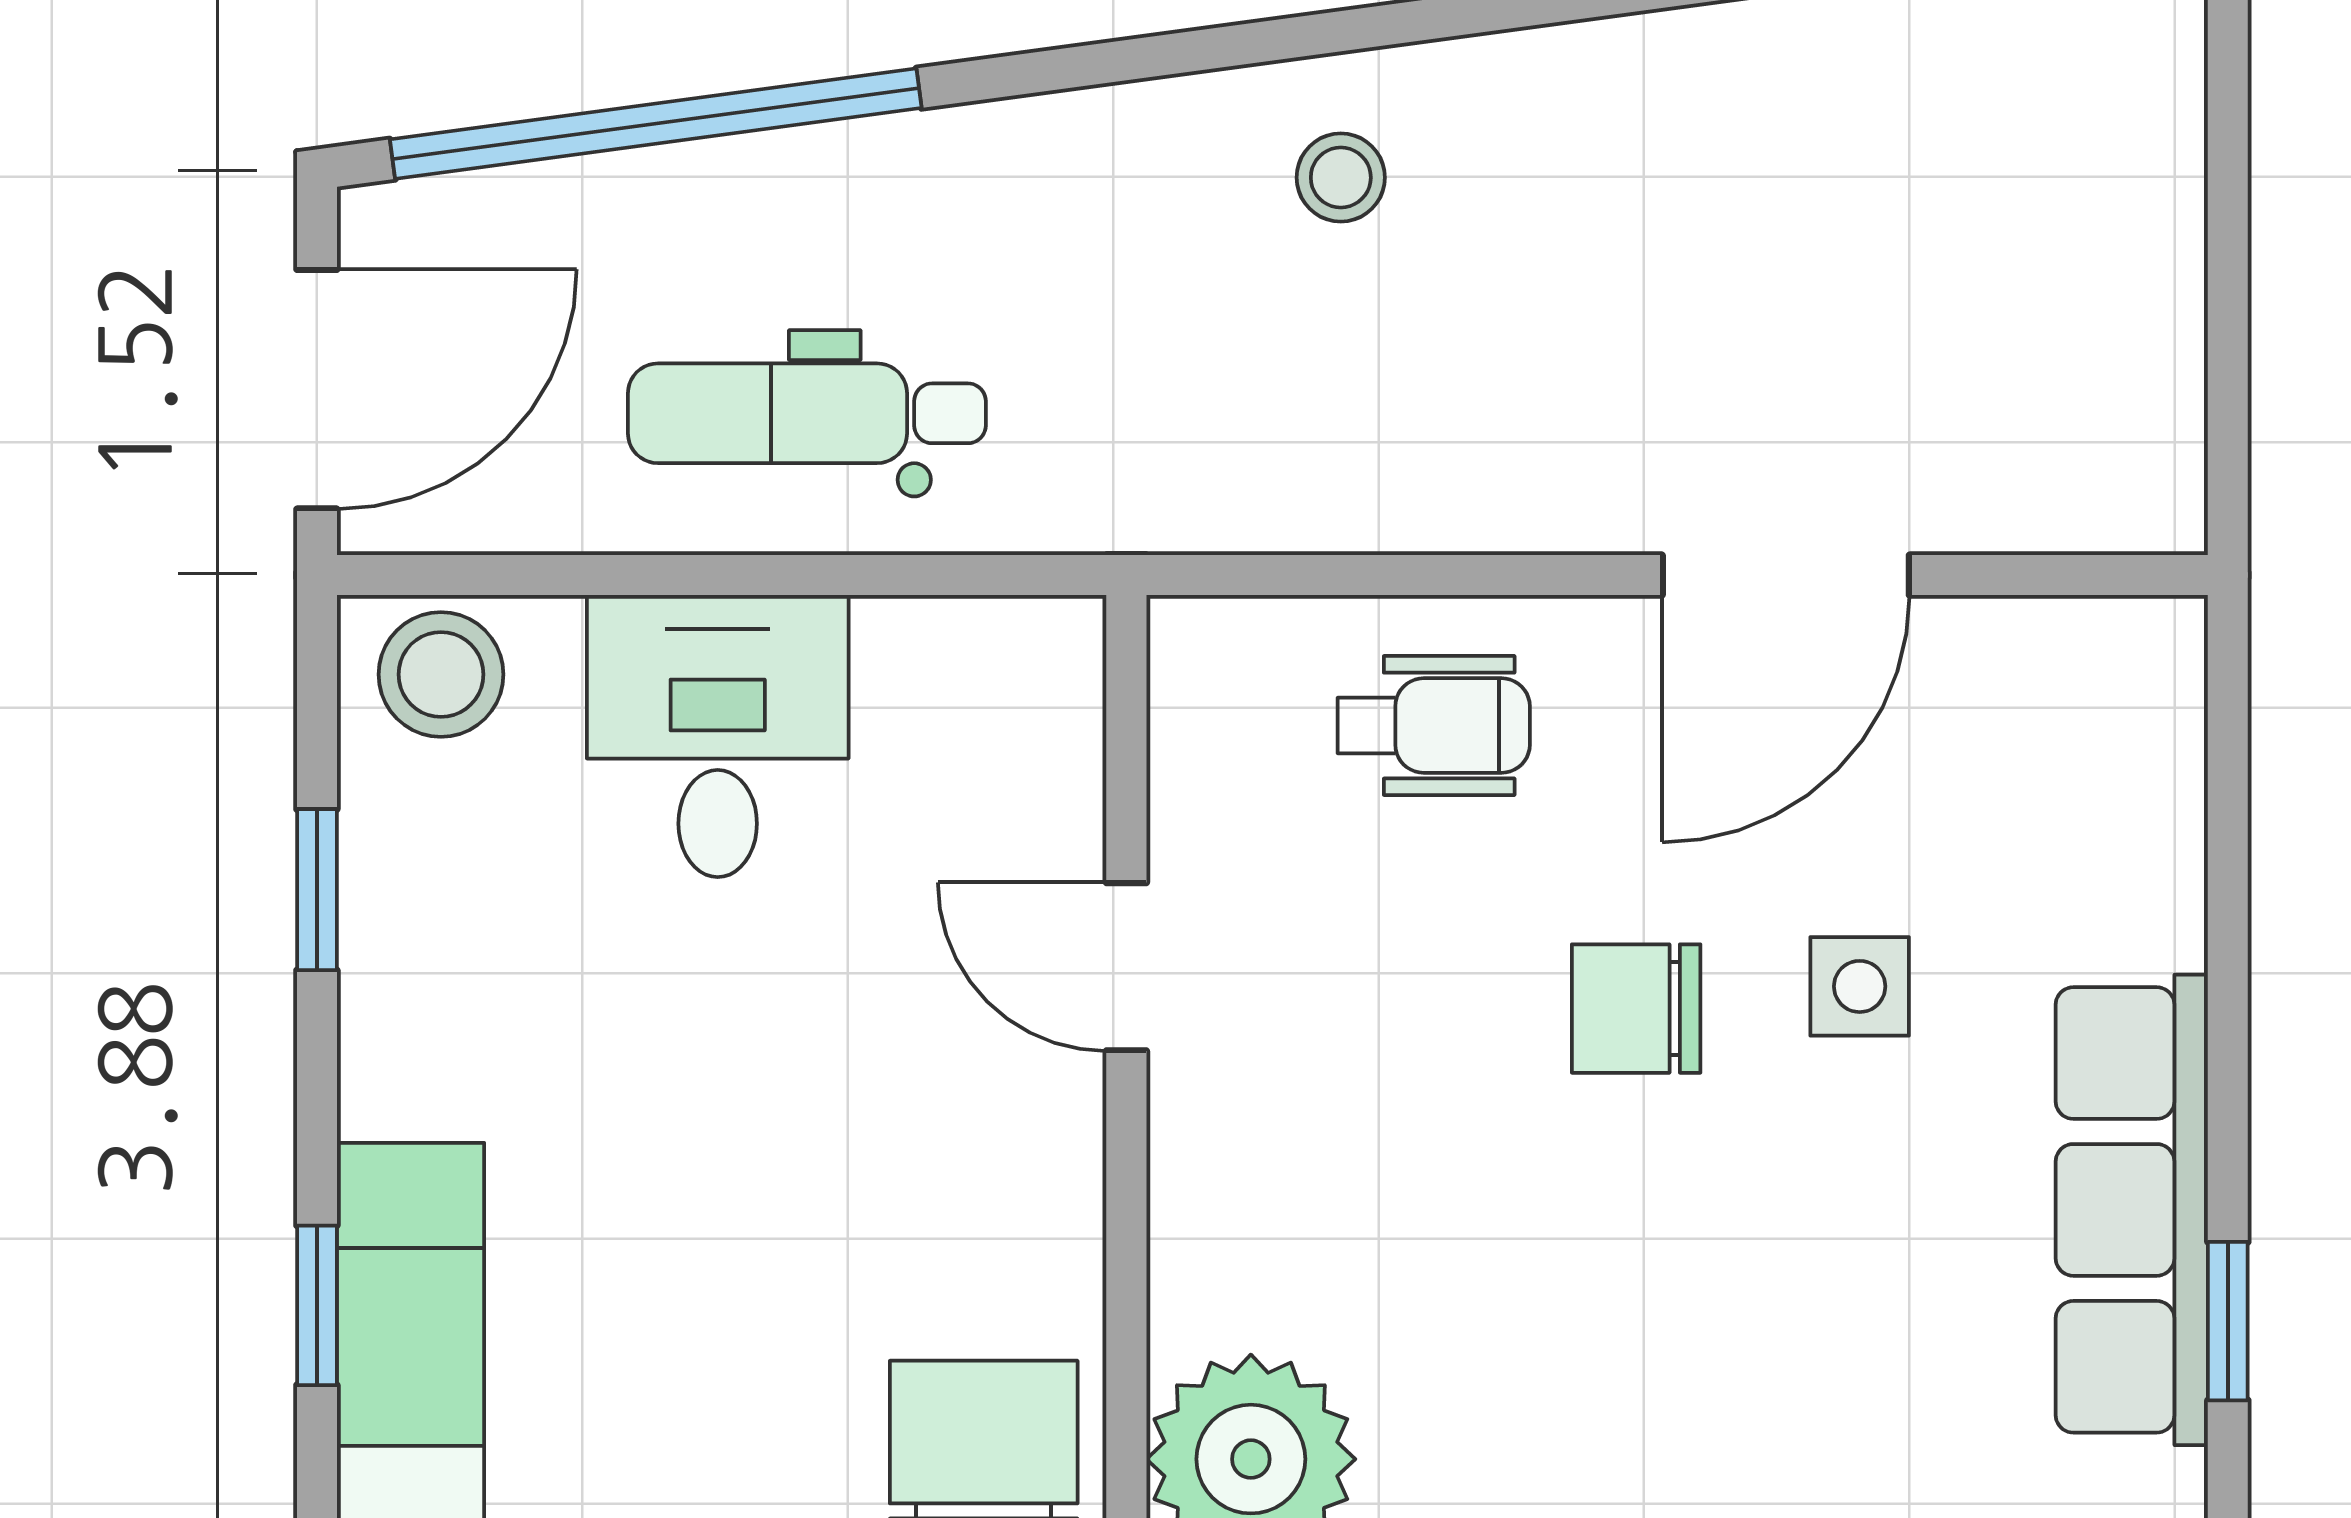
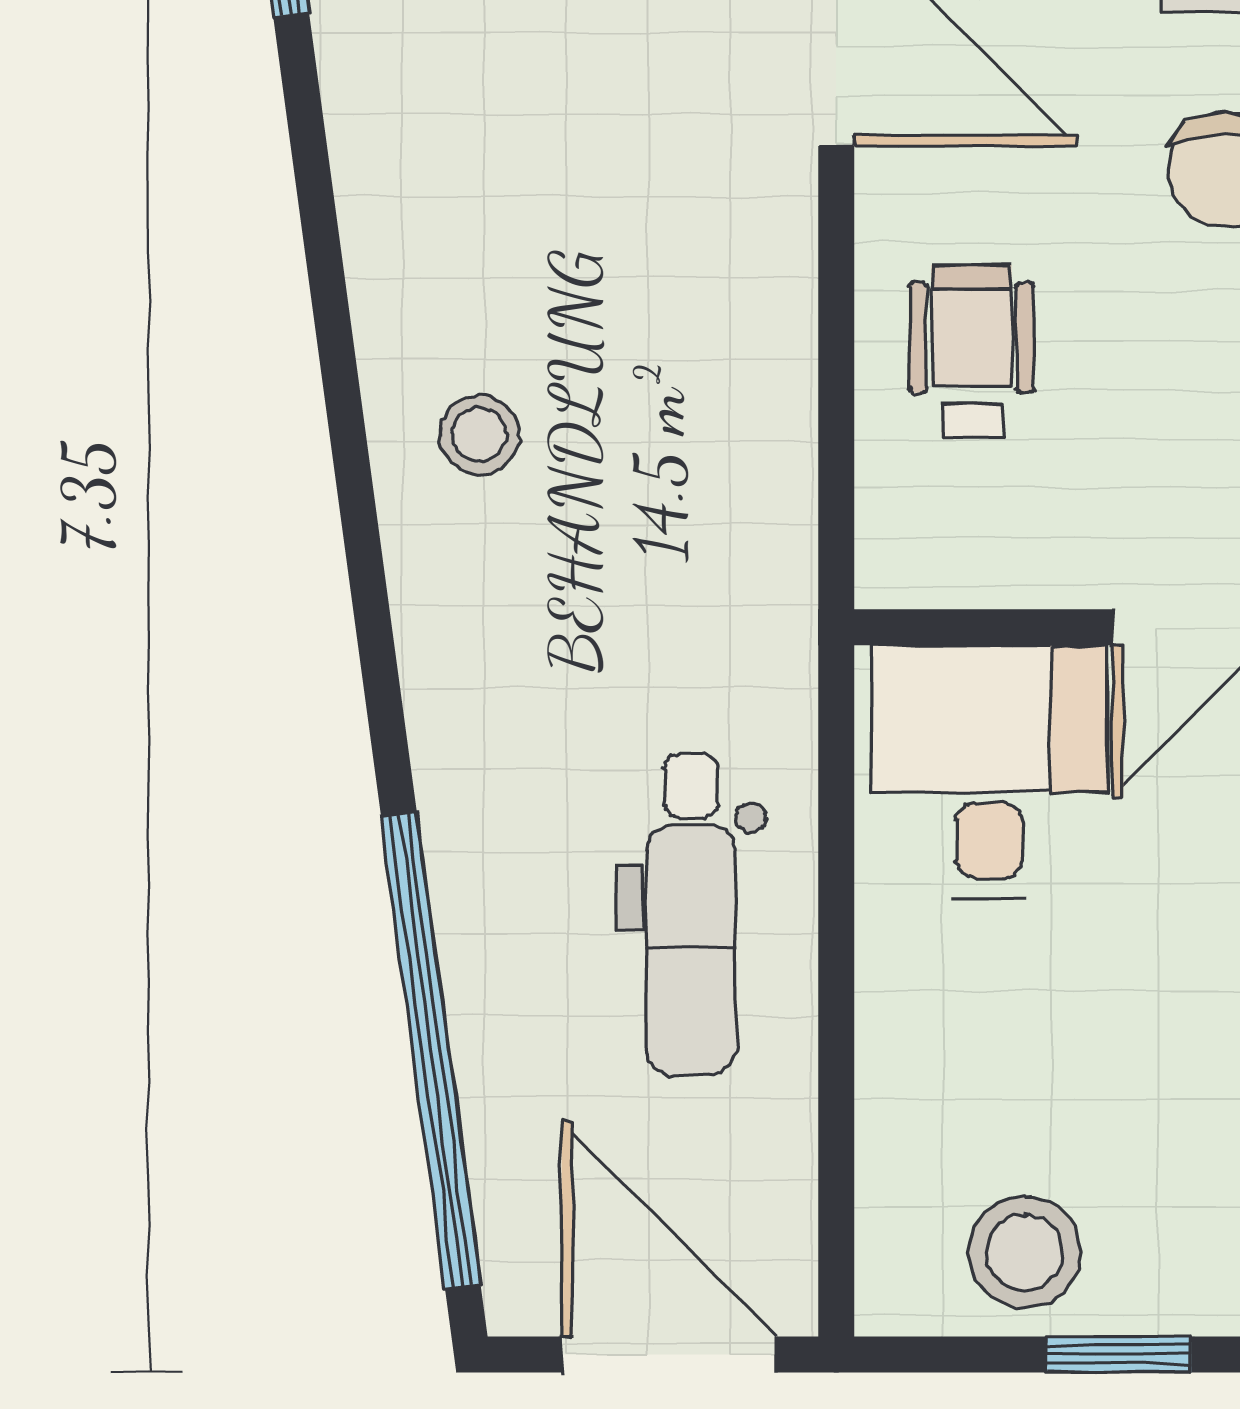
stool: (441, 674) -> (1025, 1252), moved
desk: (718, 736) -> (989, 772), moved, turned 90

